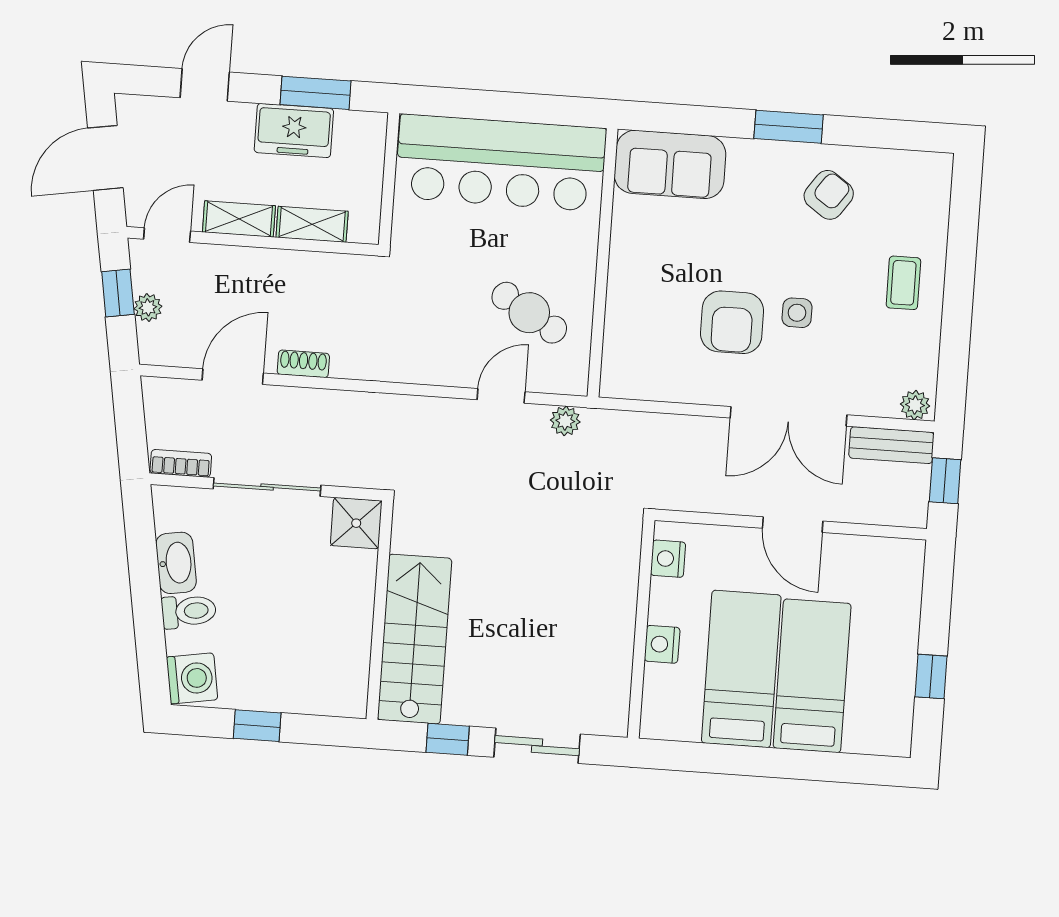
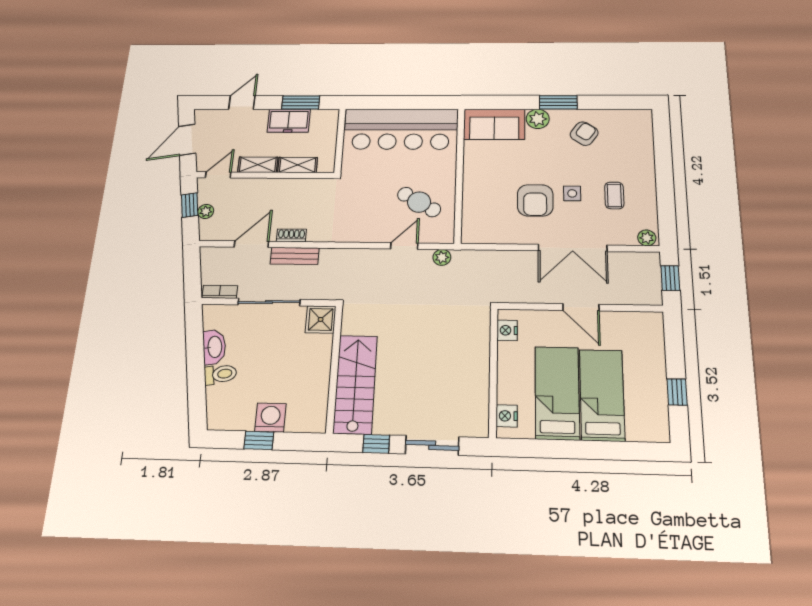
plant: (749, 159) -> (538, 119), added
coffee table: (903, 283) -> (614, 195), moved
bench: (891, 445) -> (295, 256), moved
nightstand: (662, 644) -> (507, 416), moved
washing machine: (192, 678) -> (270, 418), moved, turned -81

